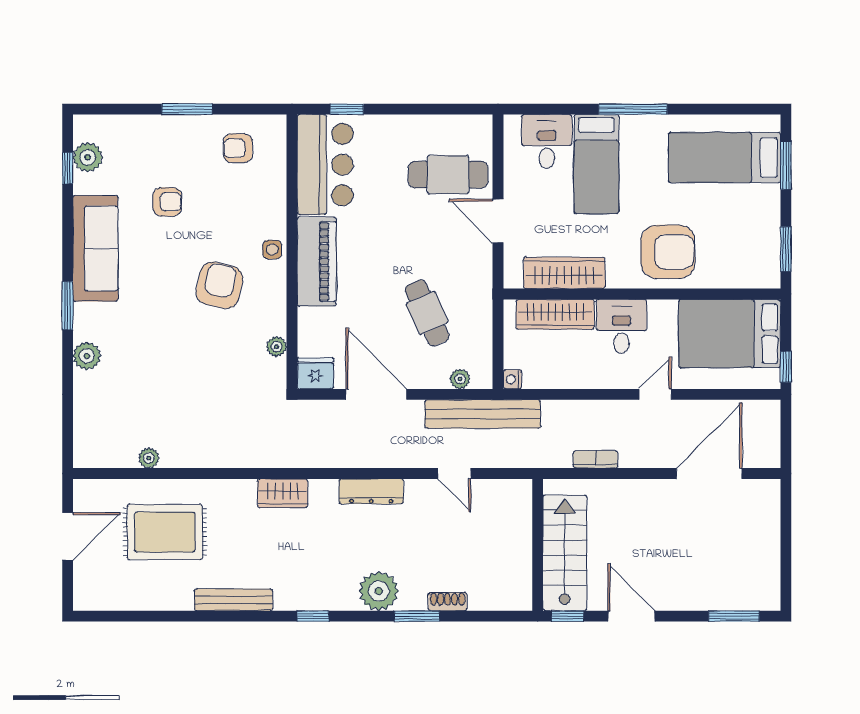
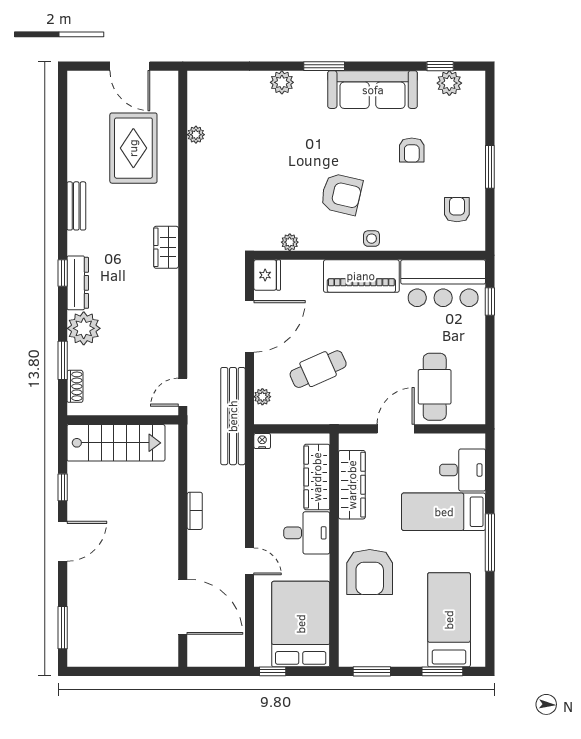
dresser: (371, 491) -> (78, 283), moved, turned 180
wall: (538, 545) -> (123, 420), moved
stairs: (565, 553) -> (116, 443), moved
bench: (233, 600) -> (76, 206), width x0.73

